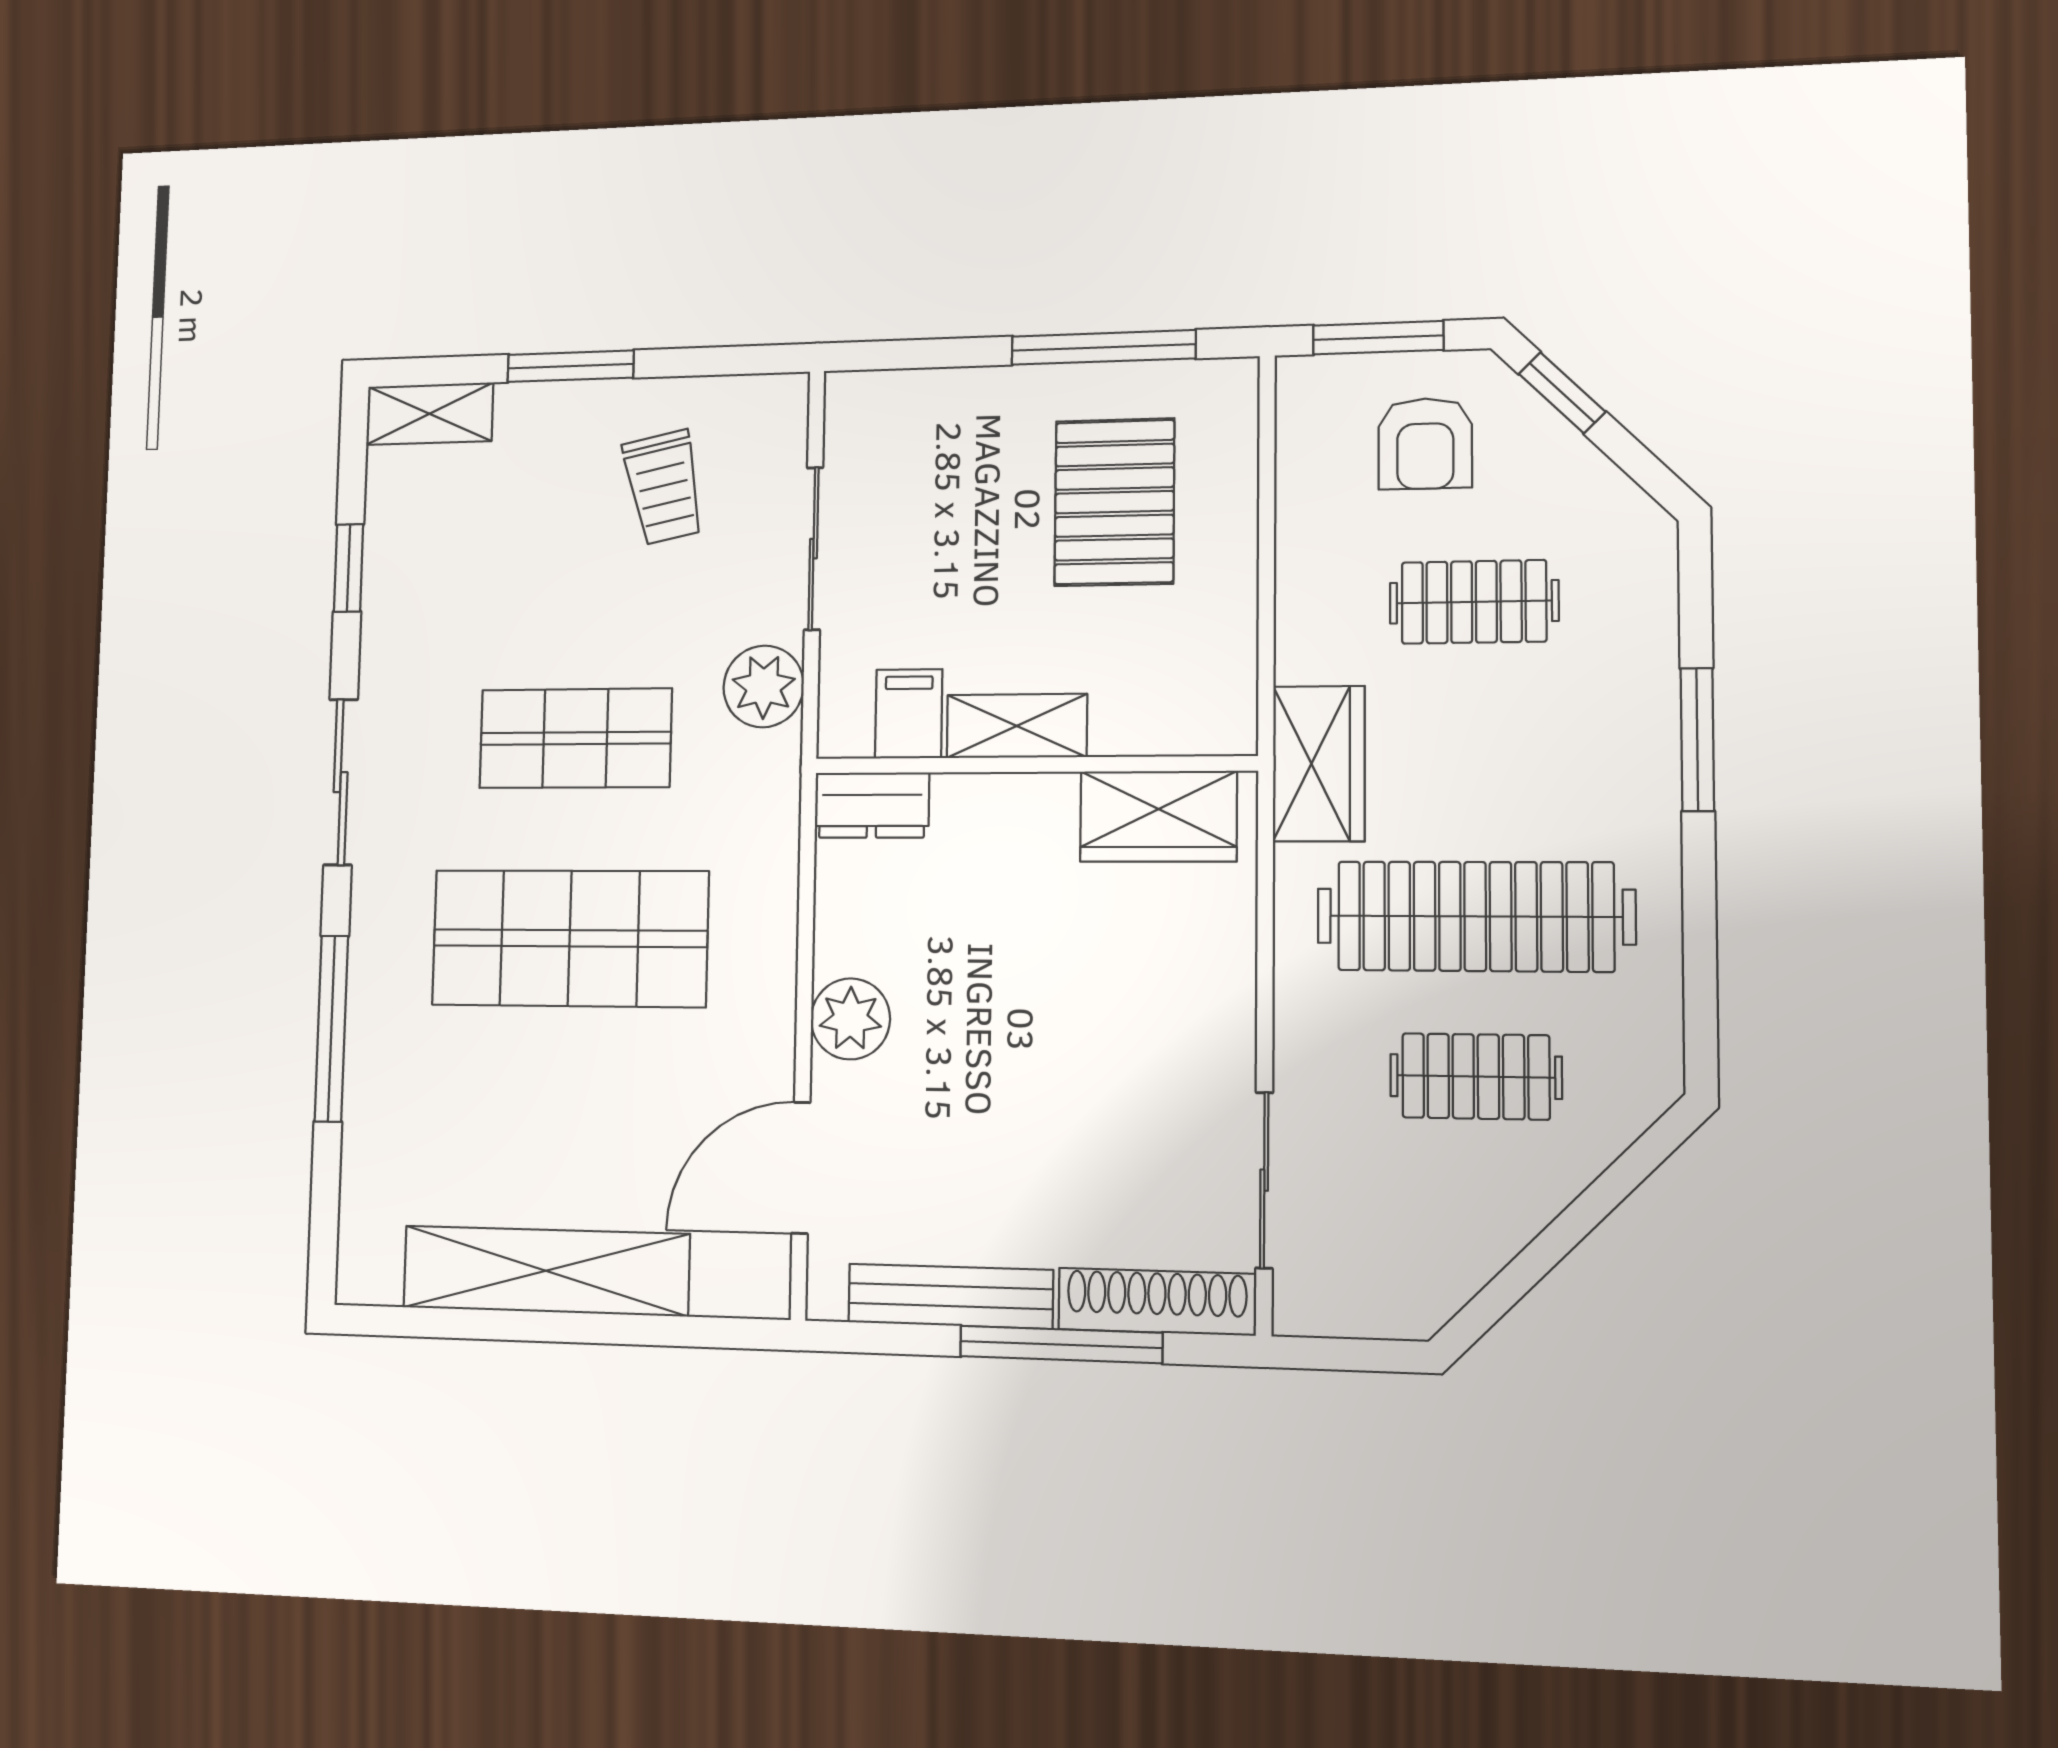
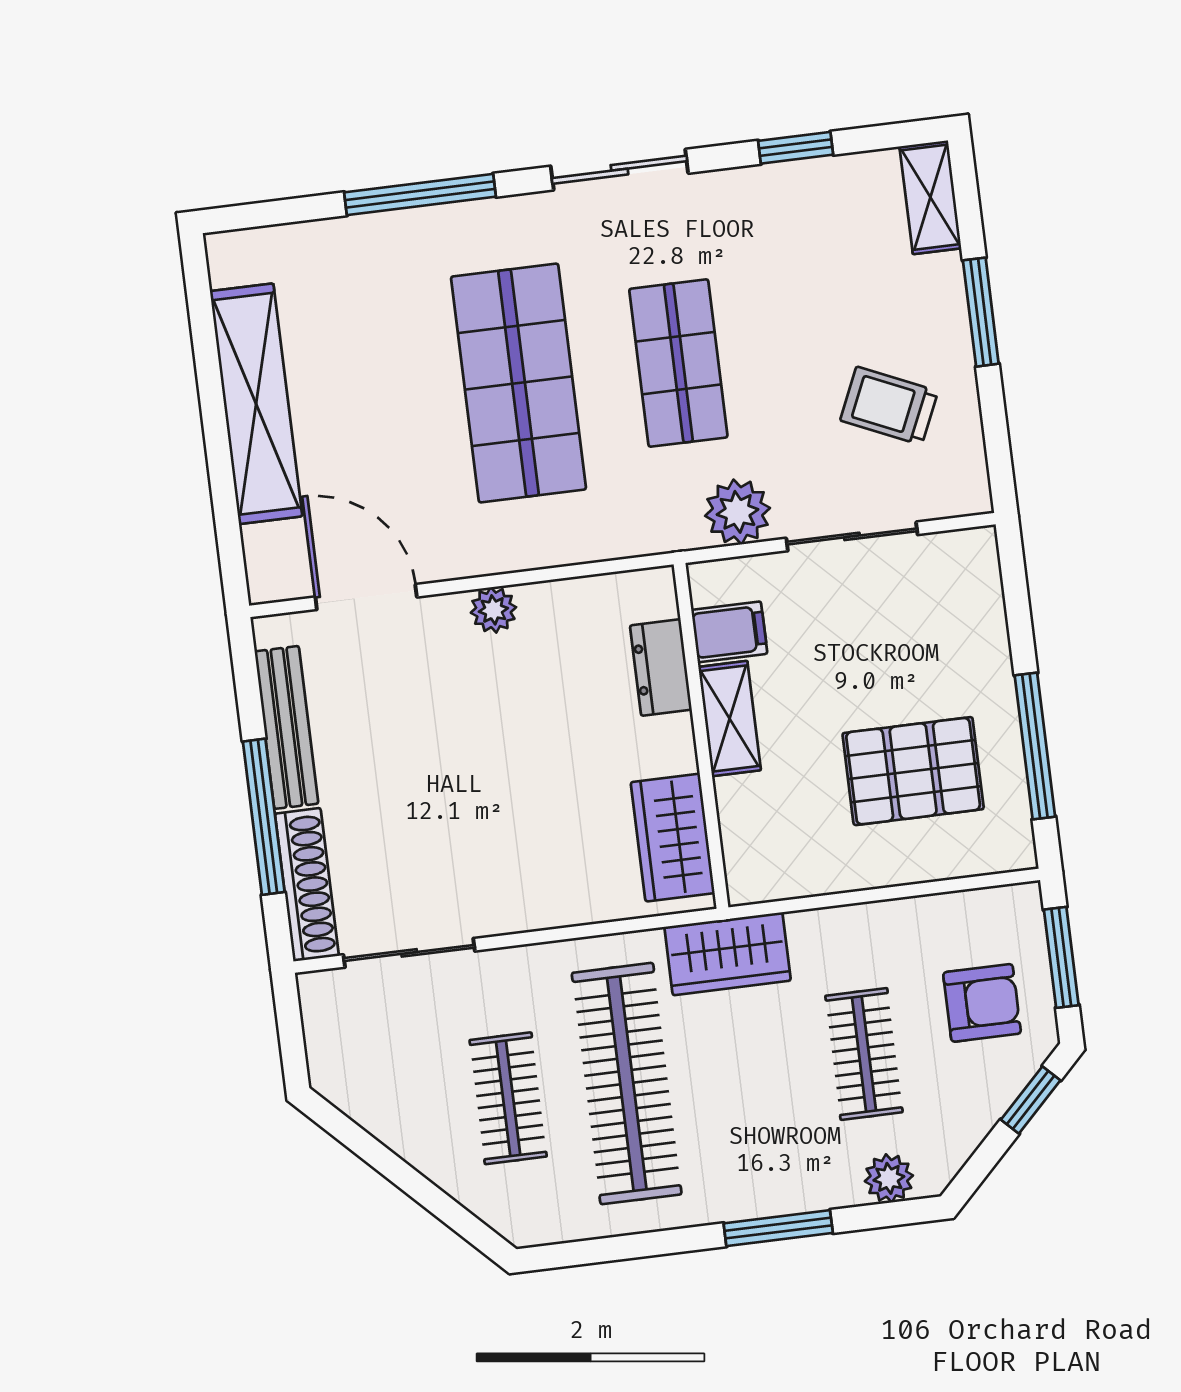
armchair: (1425, 443) -> (982, 1003), turned 180
trolley: (664, 487) -> (889, 406), turned 36
plant: (1646, 587) -> (889, 1178), added
dresser: (872, 805) -> (661, 668), moved
plant: (850, 1019) -> (493, 610), width x0.73, depth x0.73

